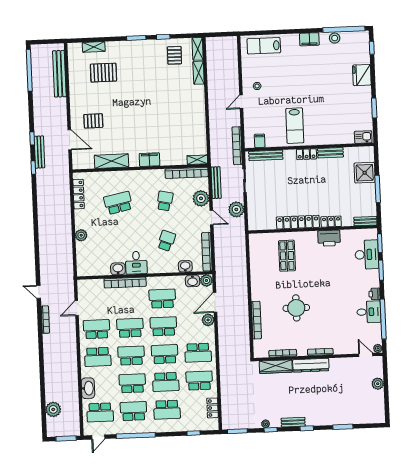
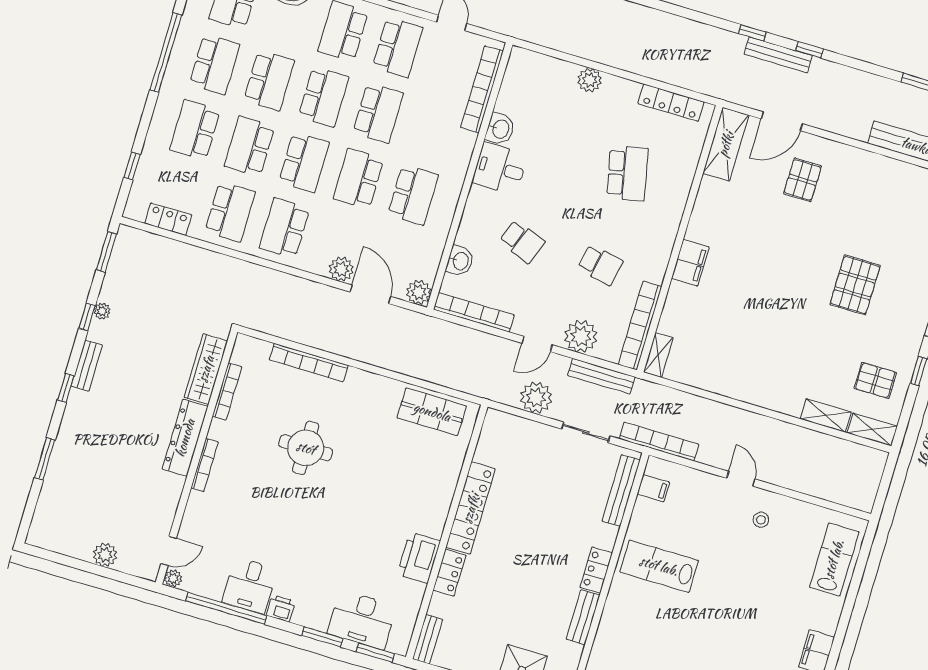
pallet: (103, 73) -> (855, 285), moved
shelving: (111, 161) -> (726, 144), moved
shop shelf: (287, 256) -> (432, 412), moved
washbasin: (193, 281) -> (427, 265), removed
bookcase: (125, 283) -> (482, 89), moved
school desk: (163, 326) -> (359, 179), turned 180

